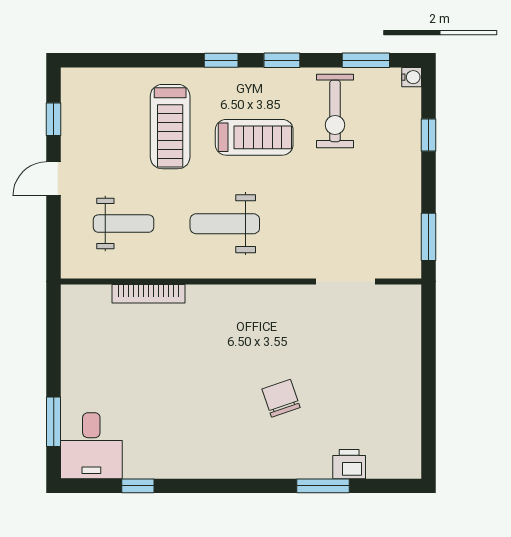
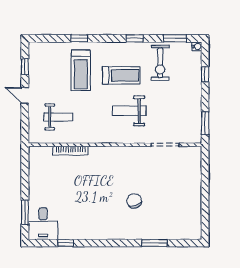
window: (221, 60) -> (79, 38), moved
door: (54, 179) -> (25, 95), hinge flipped
weight bench: (225, 224) -> (129, 111), moved
printer: (349, 464) -> (167, 233), removed

